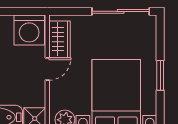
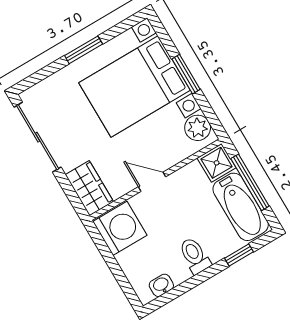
wardrobe: (60, 39) -> (89, 188), moved, turned 90

